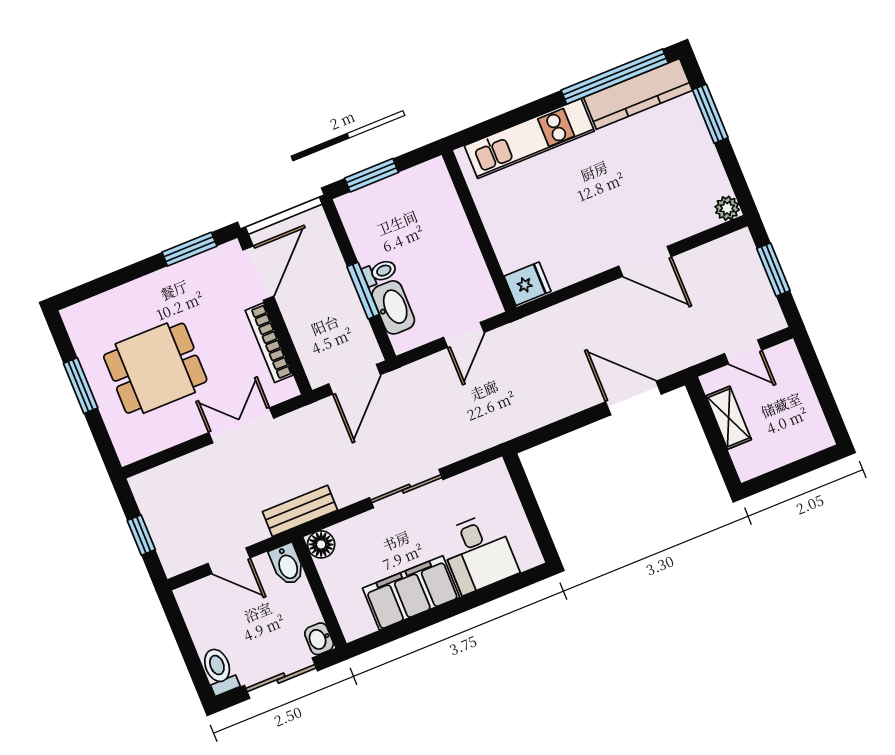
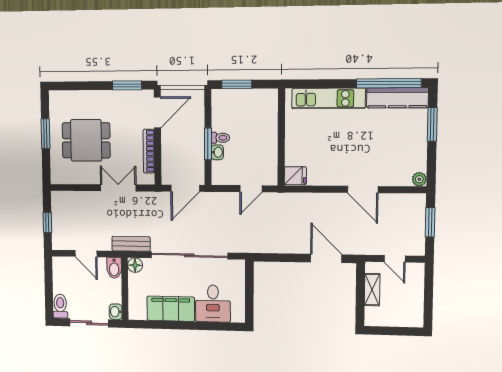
washbasin: (393, 307) -> (217, 152), width x0.52, depth x0.69
sliding door: (406, 489) -> (189, 255), width x1.86

